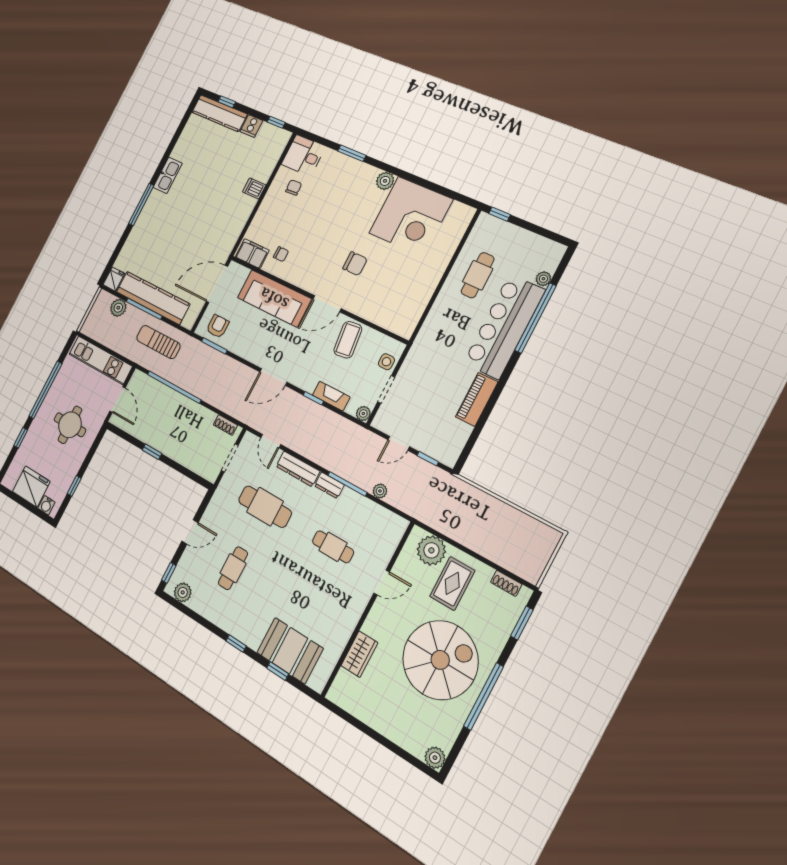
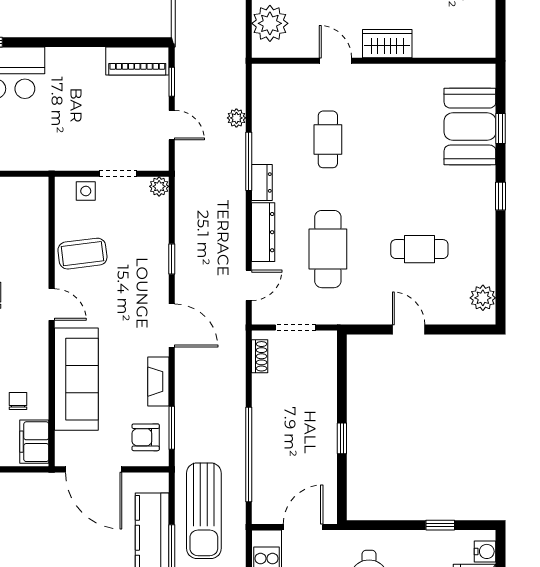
door: (327, 304) -> (52, 305), width x0.73
sun lounger: (158, 342) -> (204, 511), width x1.36, depth x1.34
fireplace: (331, 396) -> (158, 382), moved
piano: (477, 399) -> (137, 61), moved
window: (169, 573) -> (471, 330), removed
wardrobe: (359, 654) -> (387, 44), moved

